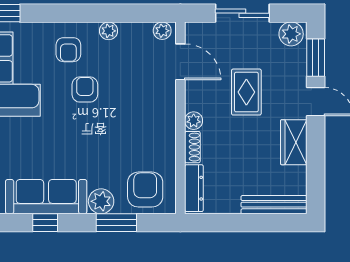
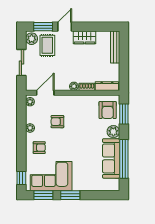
armchair: (85, 89) -> (57, 122), moved
rug: (246, 92) -> (47, 45), moved, turned 90
armchair: (145, 190) -> (108, 110), turned -90
window: (45, 223) -> (124, 159), width x3.17
window: (116, 223) -> (124, 114), moved

